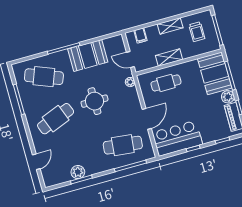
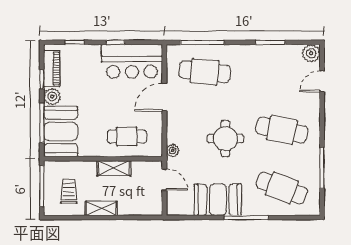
filing cabinet: (141, 35) -> (143, 207), removed
cafe table: (56, 119) -> (282, 130), turned 33
plant: (78, 172) -> (311, 53), moved

